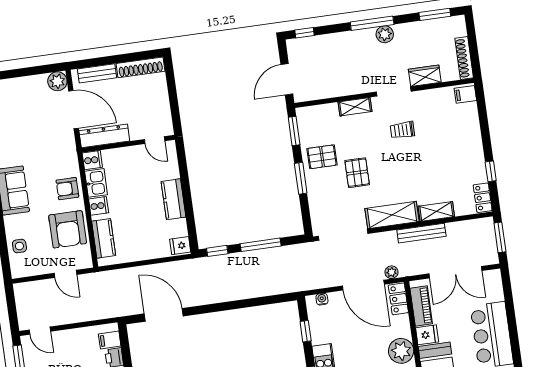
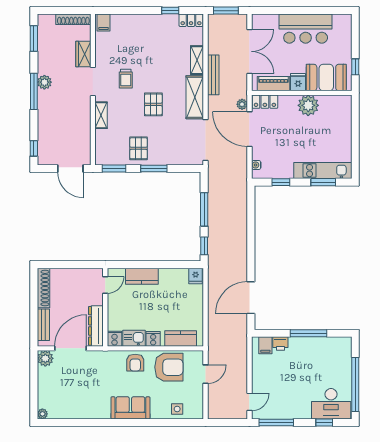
pallet: (357, 173) -> (153, 104), moved, turned 90
kitchen counter: (173, 199) -> (142, 276), moved
door: (363, 285) -> (249, 129), swing flipped

